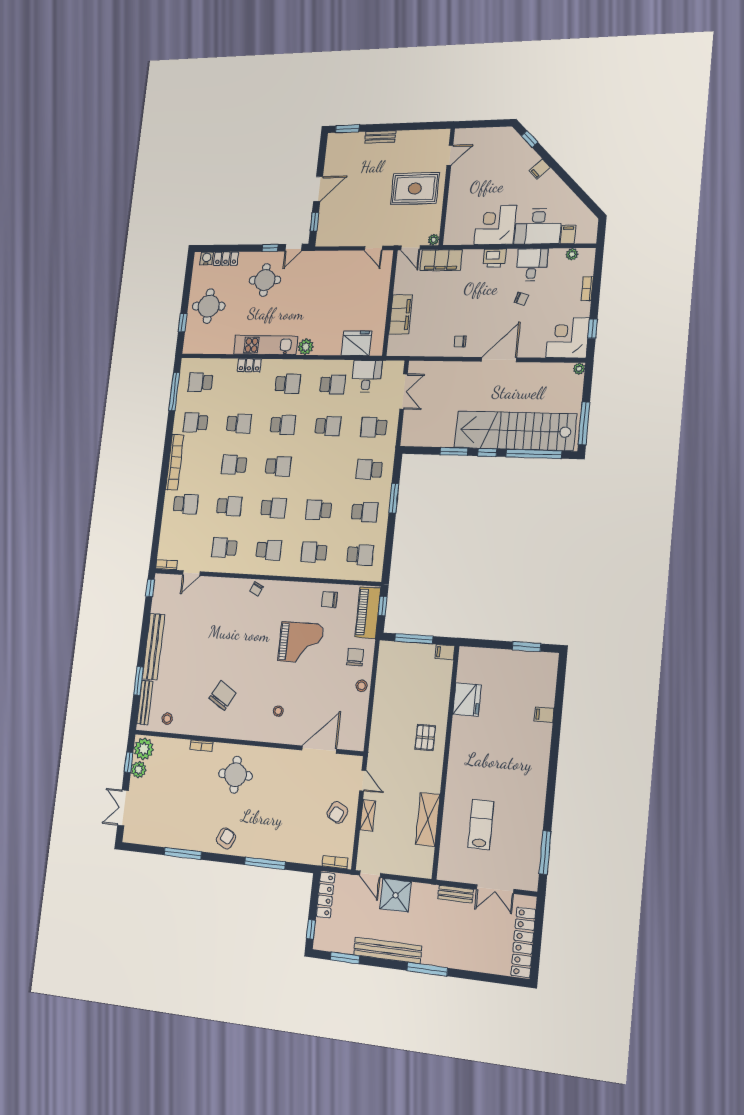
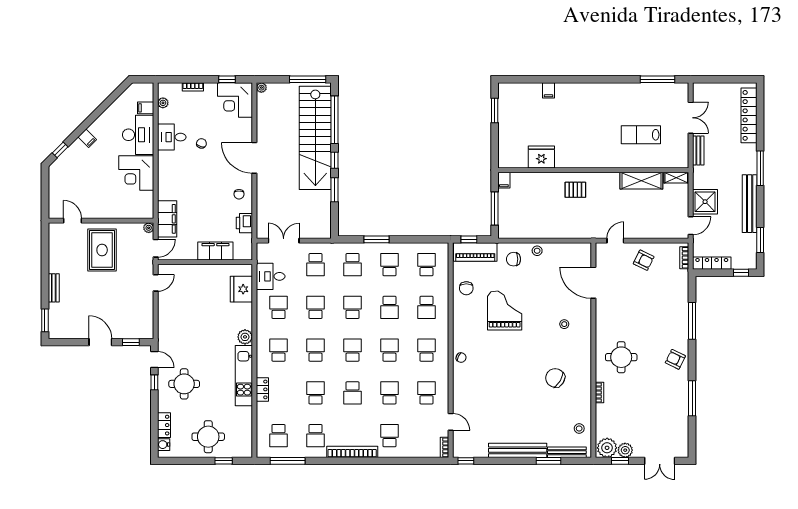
printer: (495, 258) -> (244, 223), moved, turned 180
school desk: (323, 468) -> (352, 307), added
school desk: (224, 548) -> (426, 393), turned 180
shelving: (368, 815) -> (676, 178), moved
locker: (523, 942) -> (749, 115), moved, turned 90

